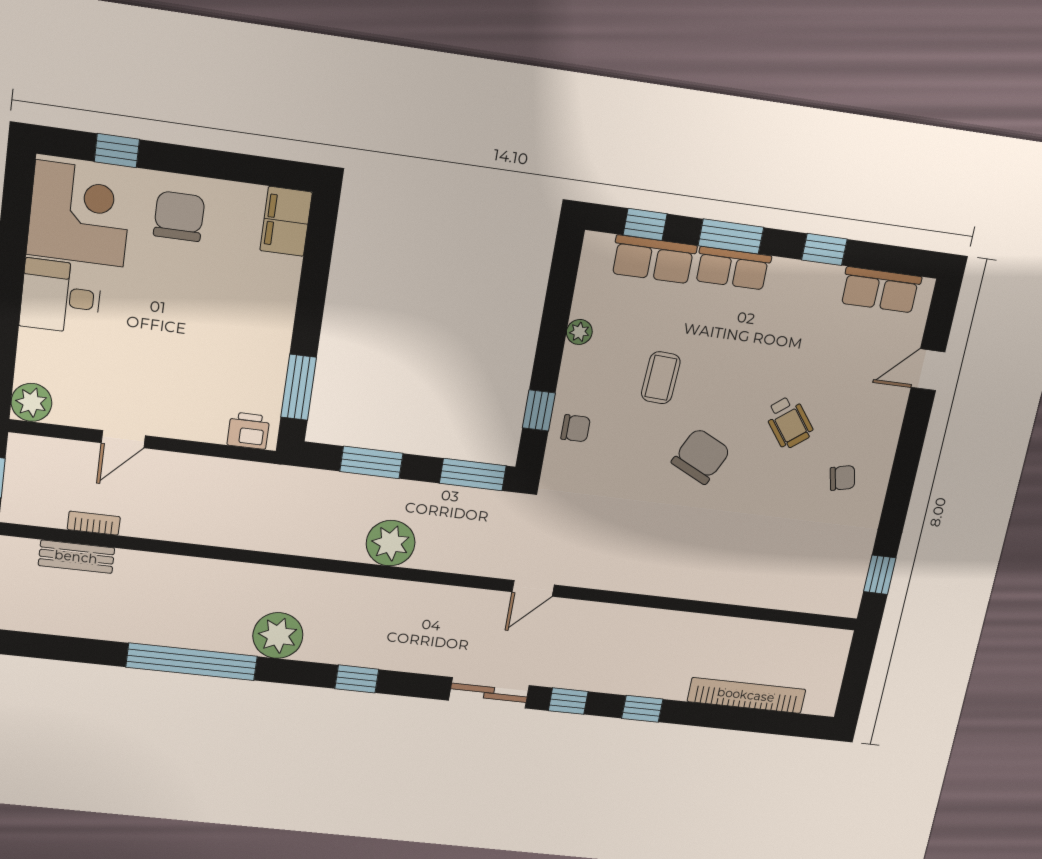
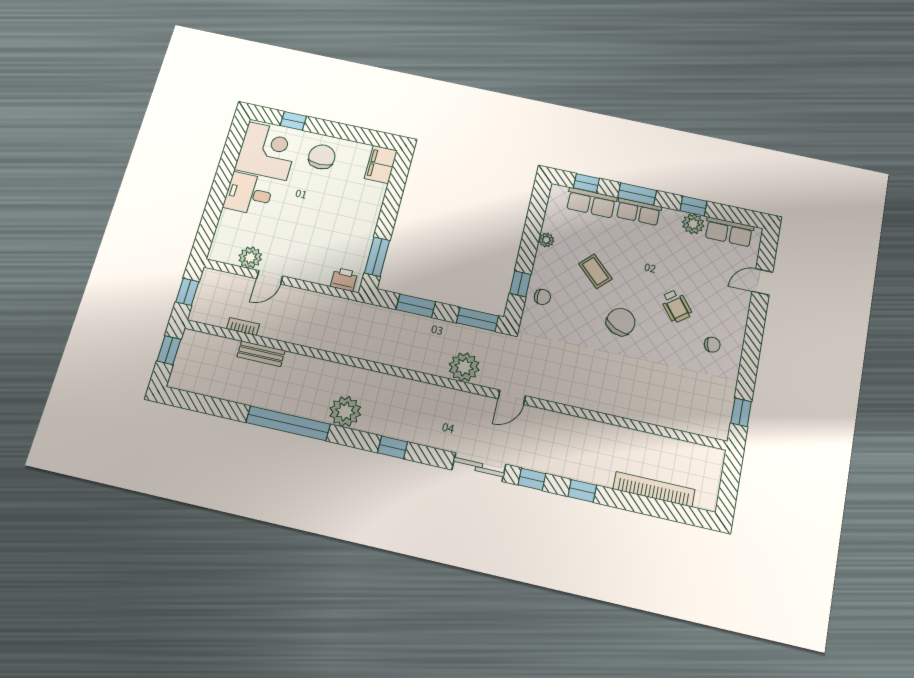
plant: (822, 281) -> (693, 224), added
coffee table: (661, 378) -> (595, 271), turned -49
plant: (31, 402) -> (250, 257), moved
plant: (391, 543) -> (464, 367), moved
bench: (76, 557) -> (261, 354), moved

